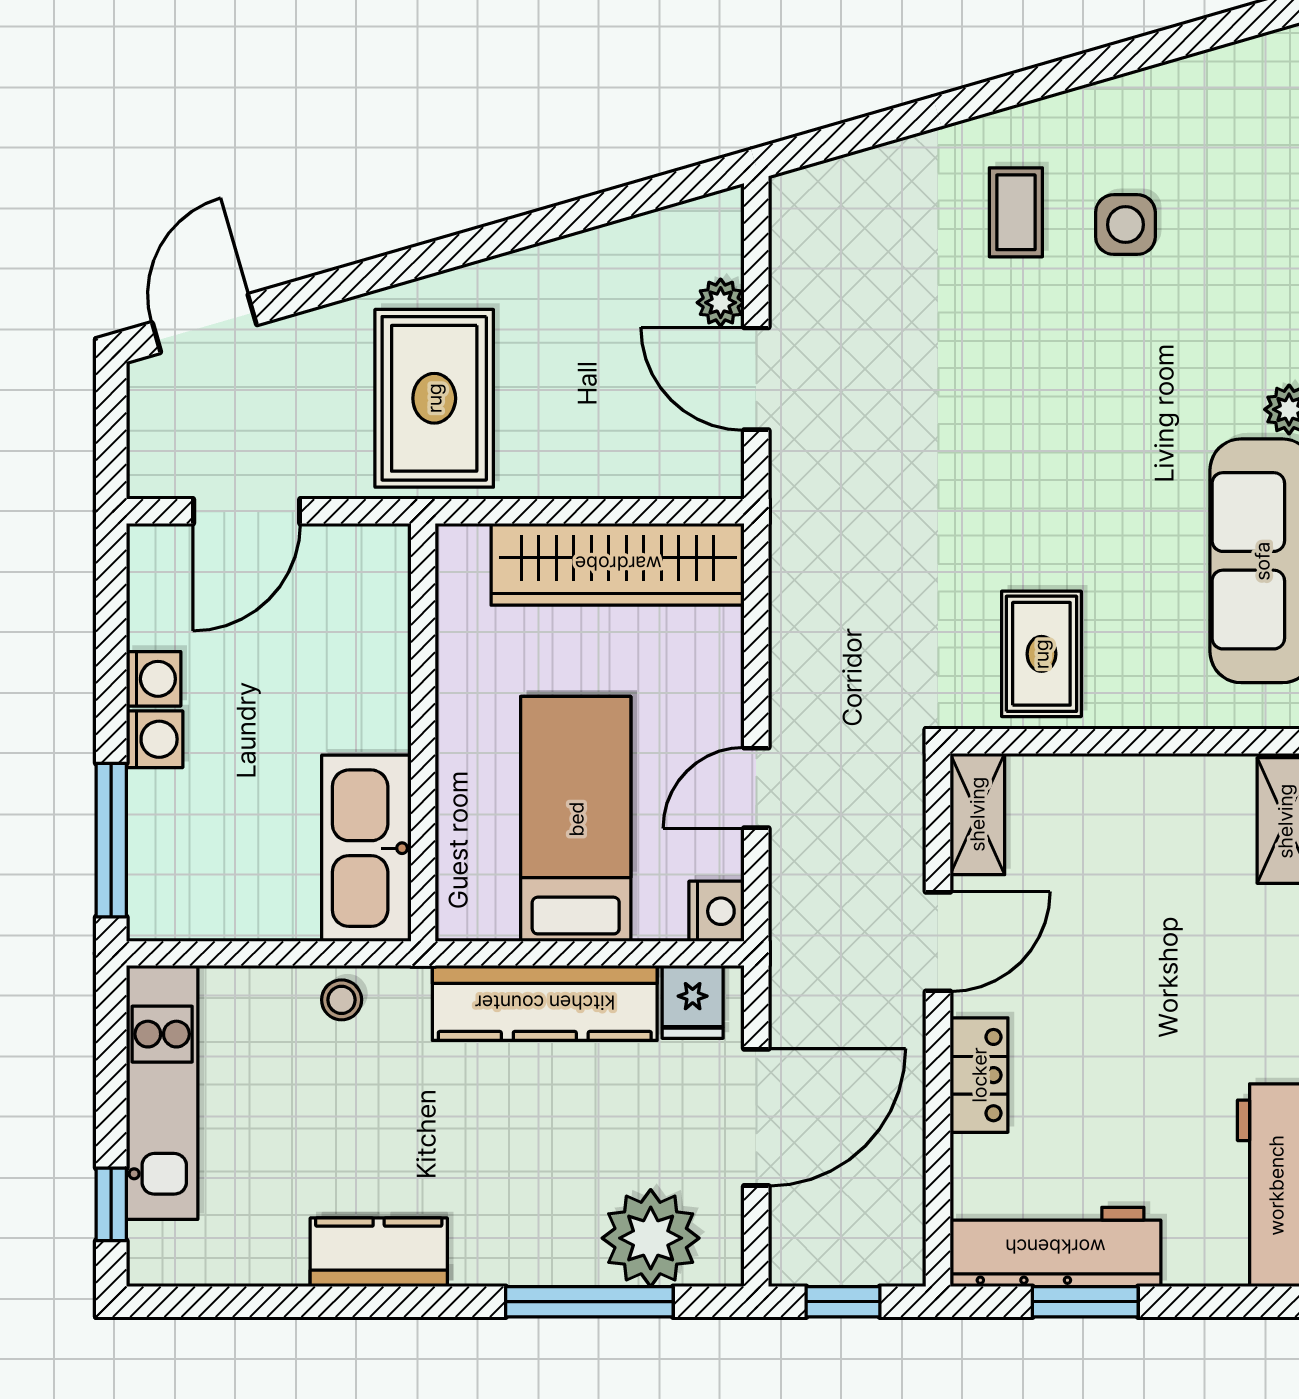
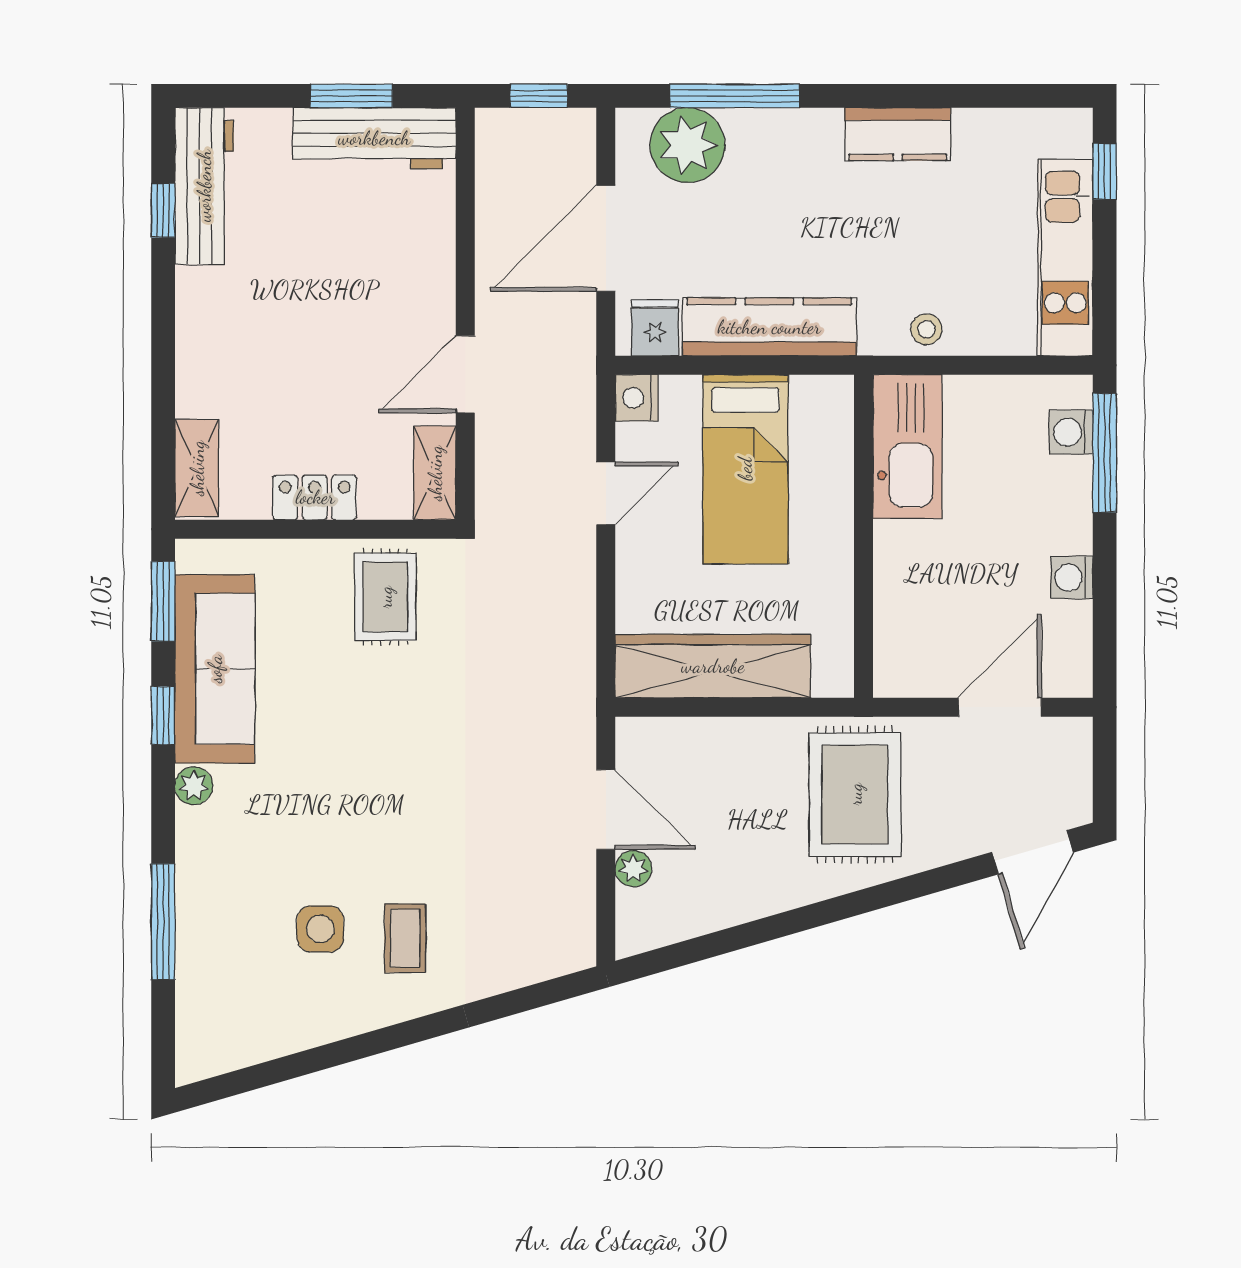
washing machine: (155, 739) -> (1071, 432), moved
locker: (979, 1075) -> (315, 497), moved, turned 90

